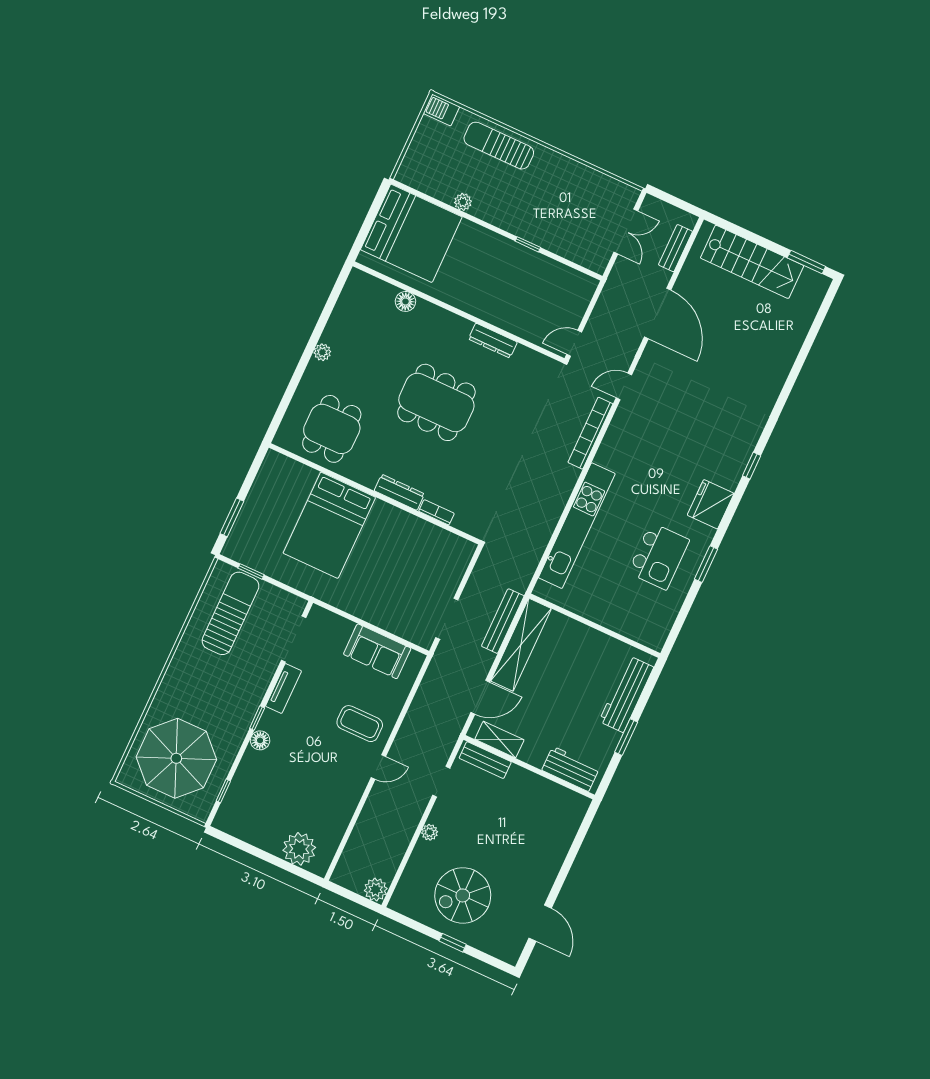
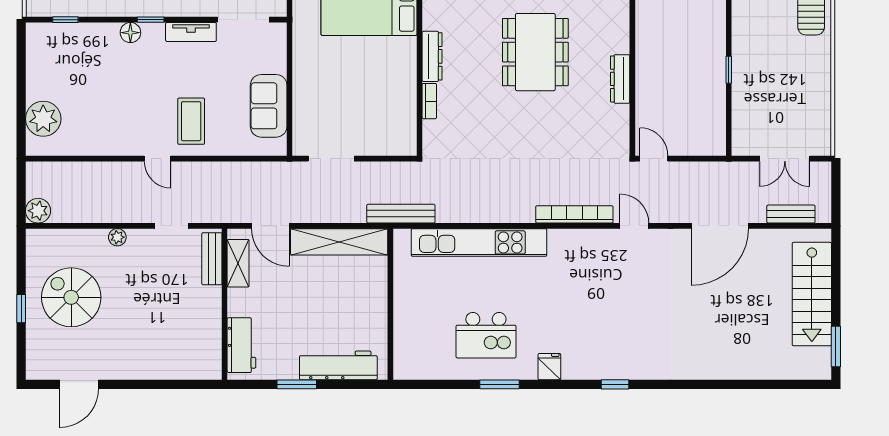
fridge: (711, 504) -> (549, 367), width x0.53, depth x0.75
bench: (503, 621) -> (401, 214), moved

